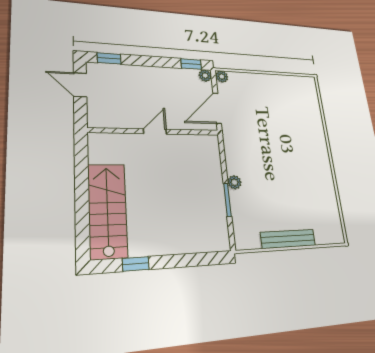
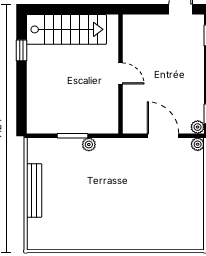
door: (155, 131) -> (121, 74), moved
wall: (155, 131) -> (121, 74), moved

